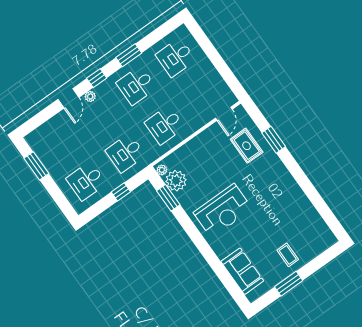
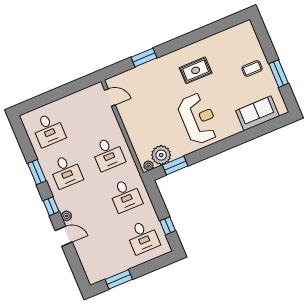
rug: (247, 146) -> (196, 70), moved
window: (121, 192) -> (168, 226), moved

